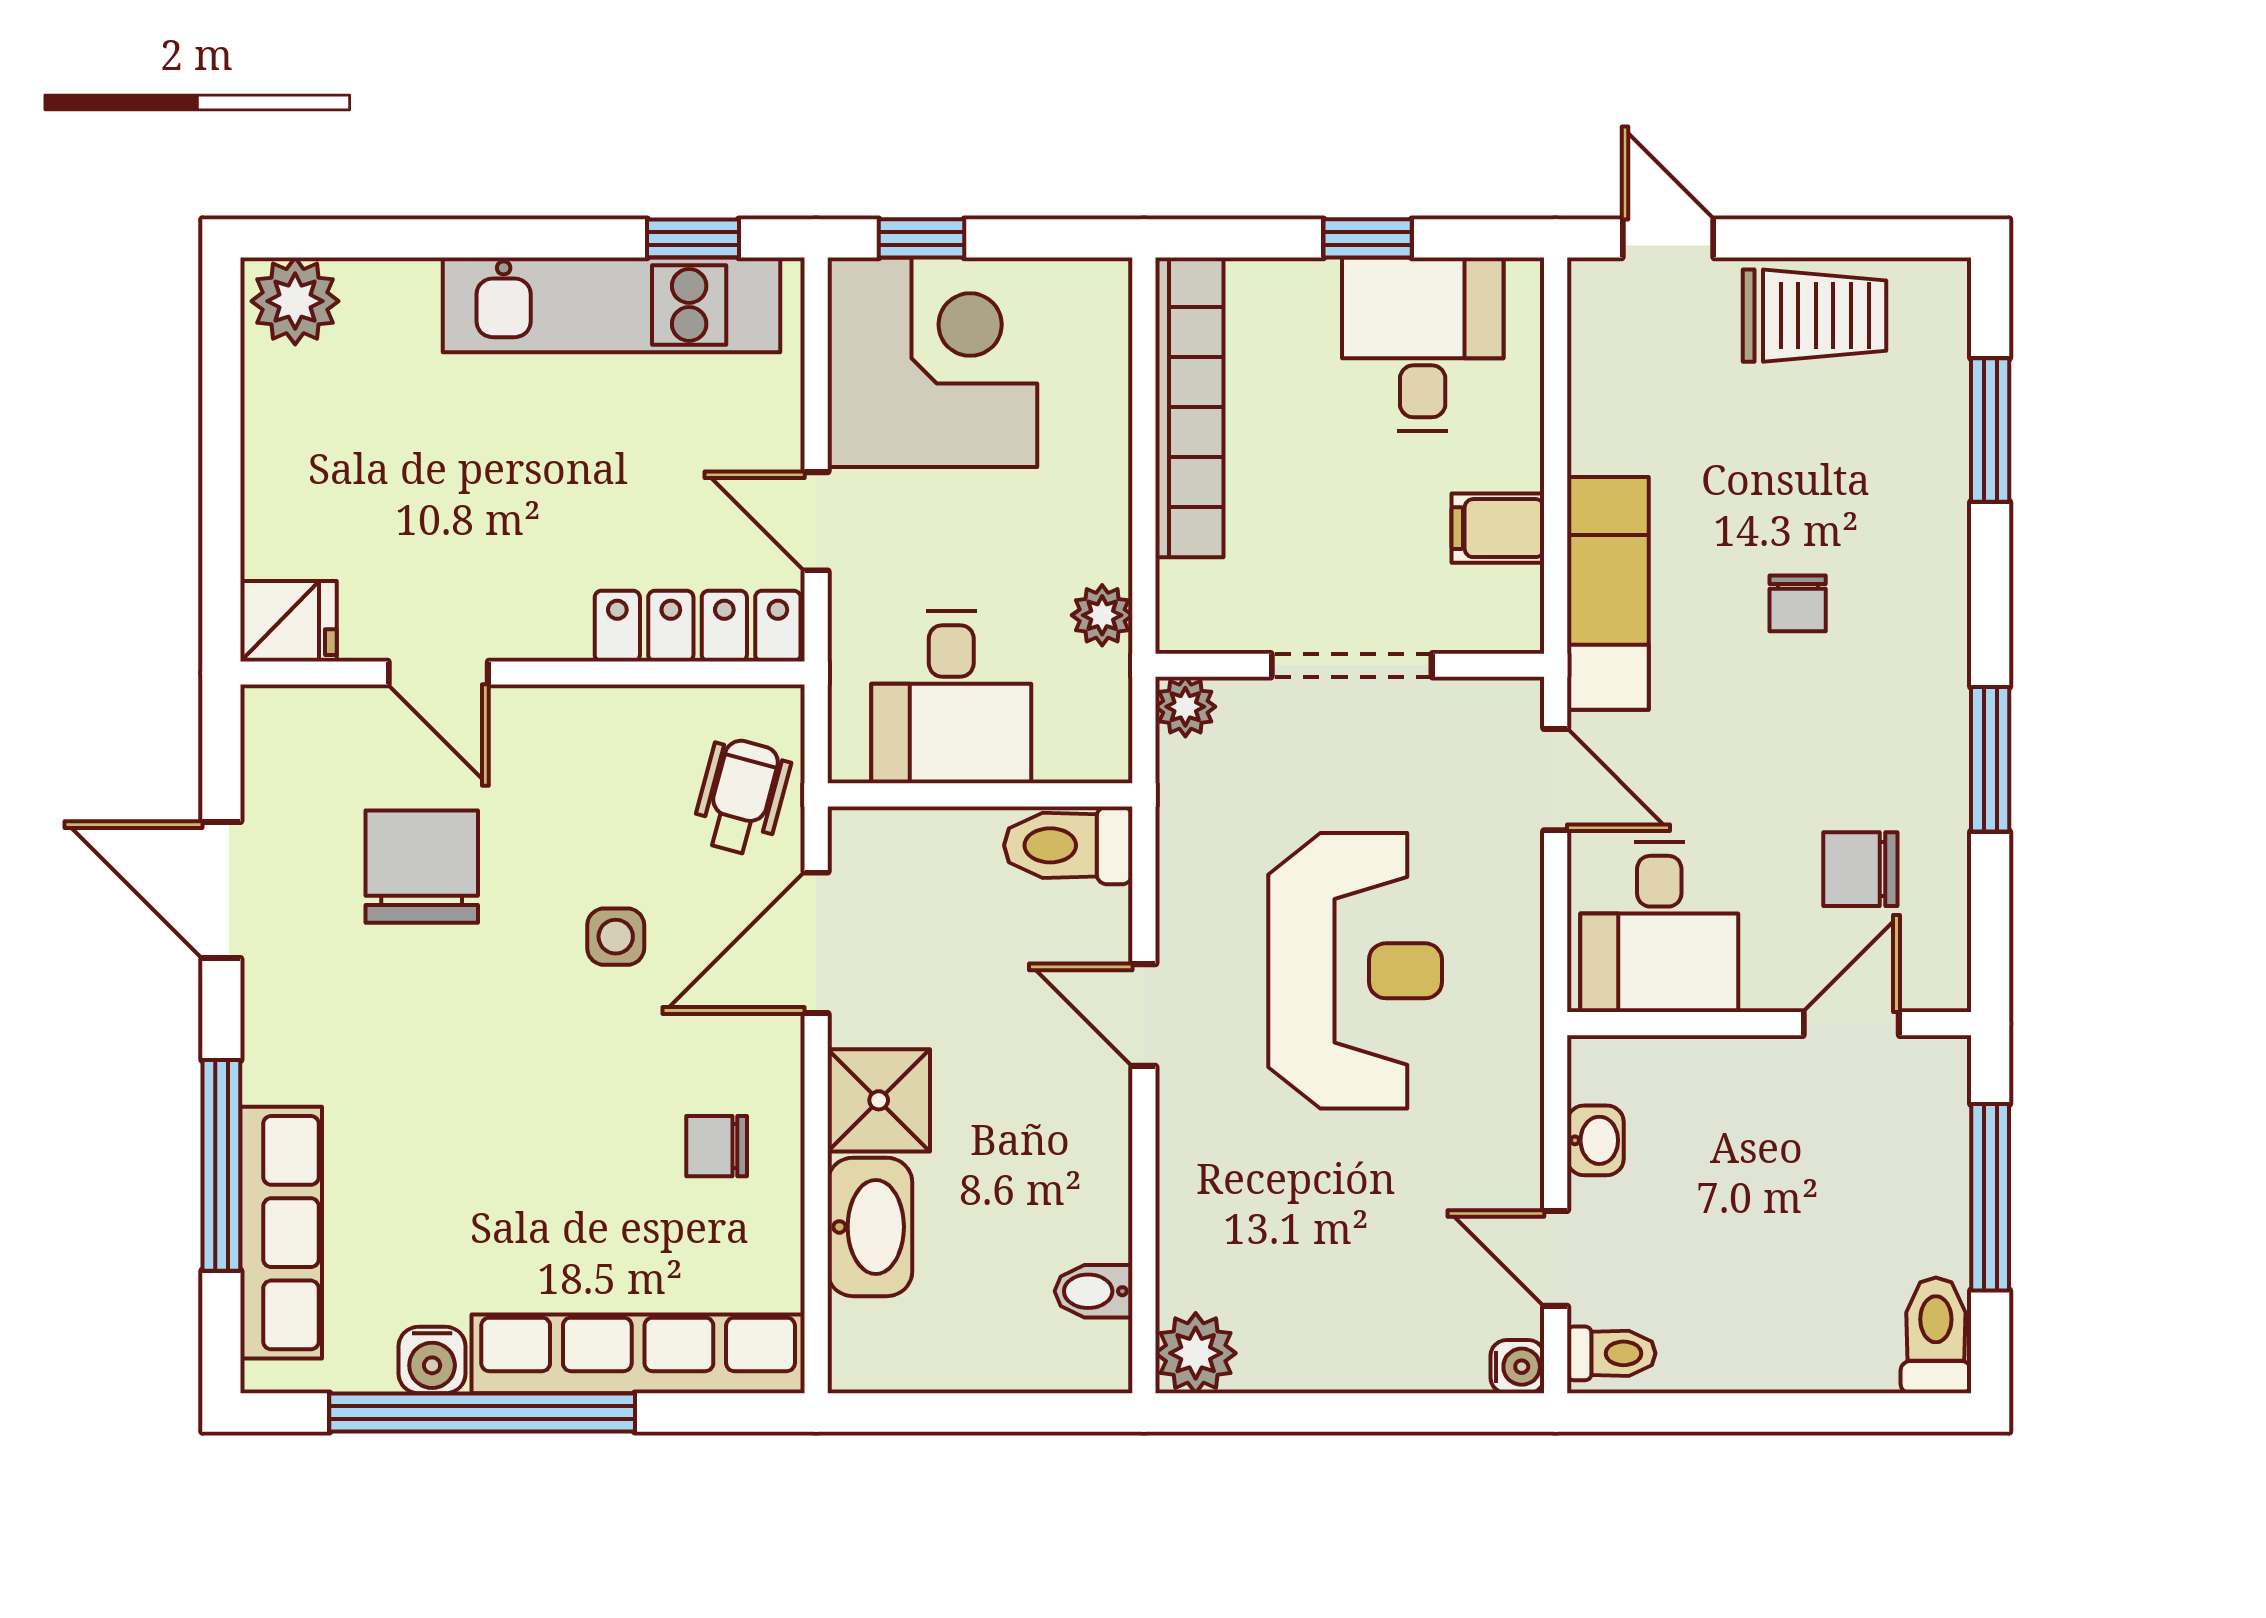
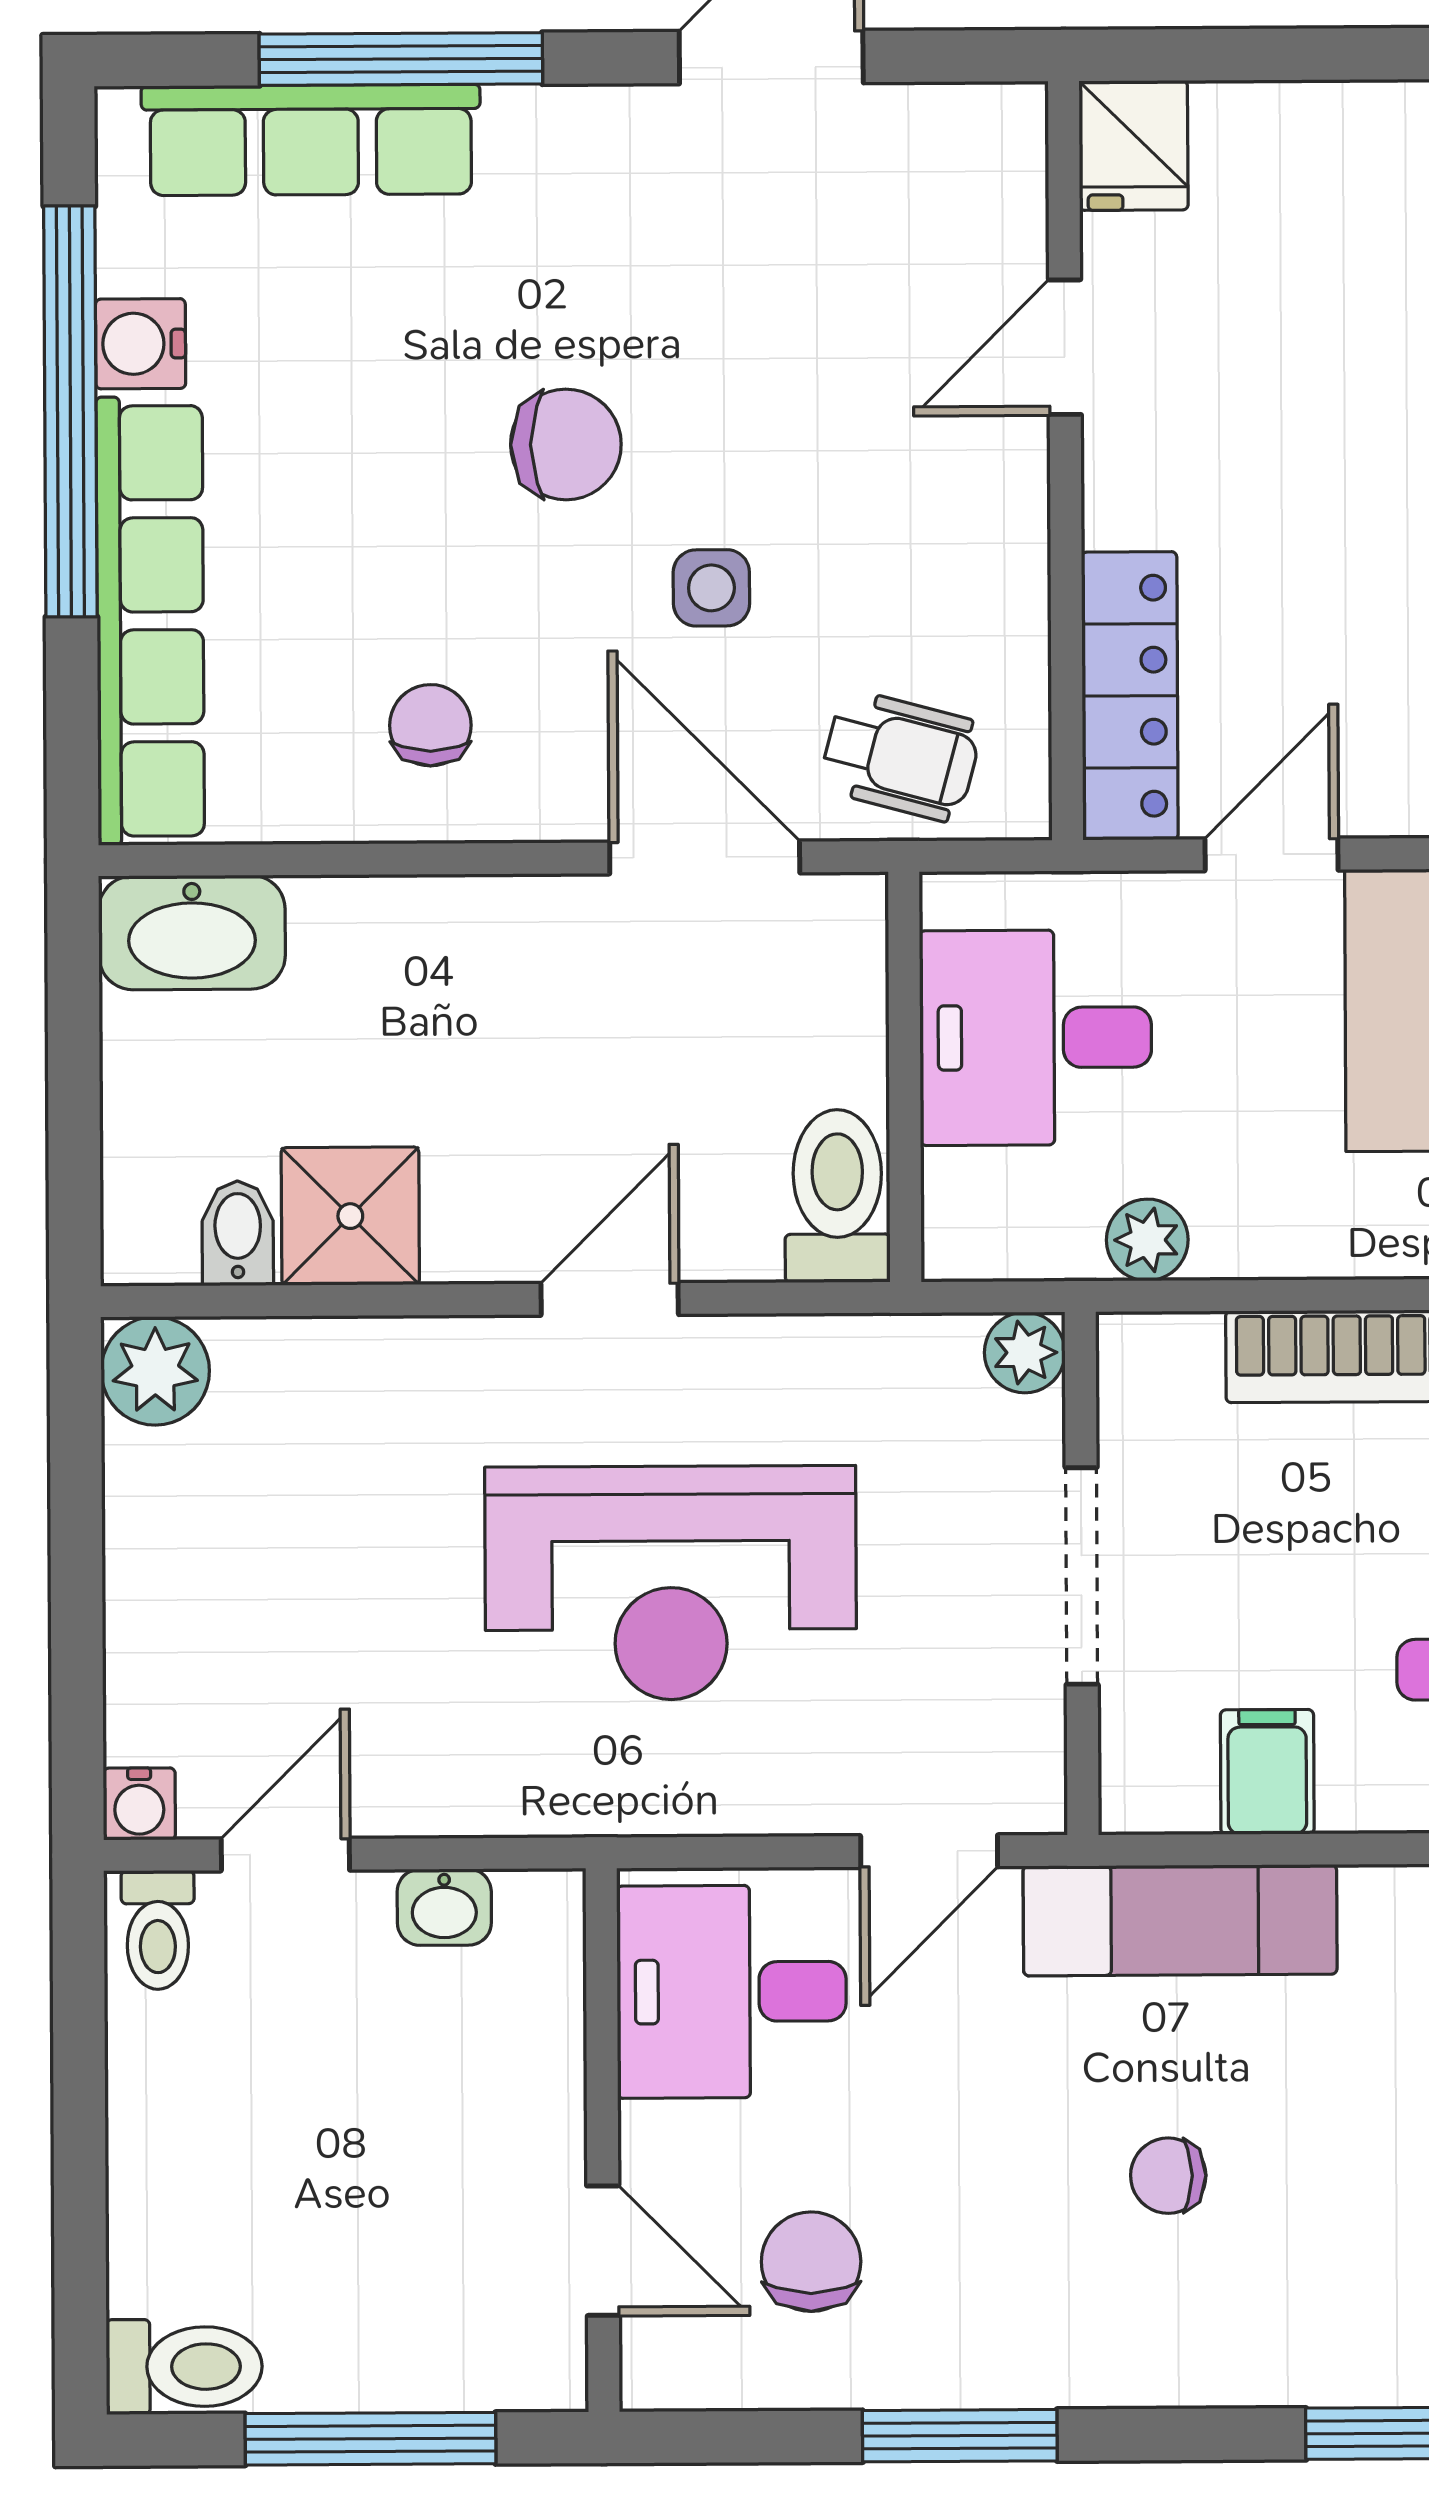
chair: (422, 867) -> (566, 444), moved, width x0.73, depth x0.73
shower: (879, 1100) -> (350, 1216), moved
washbasin: (870, 1227) -> (192, 933), moved

